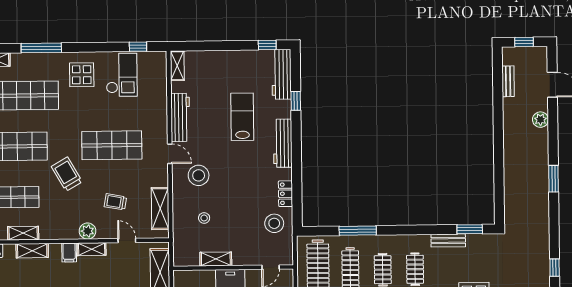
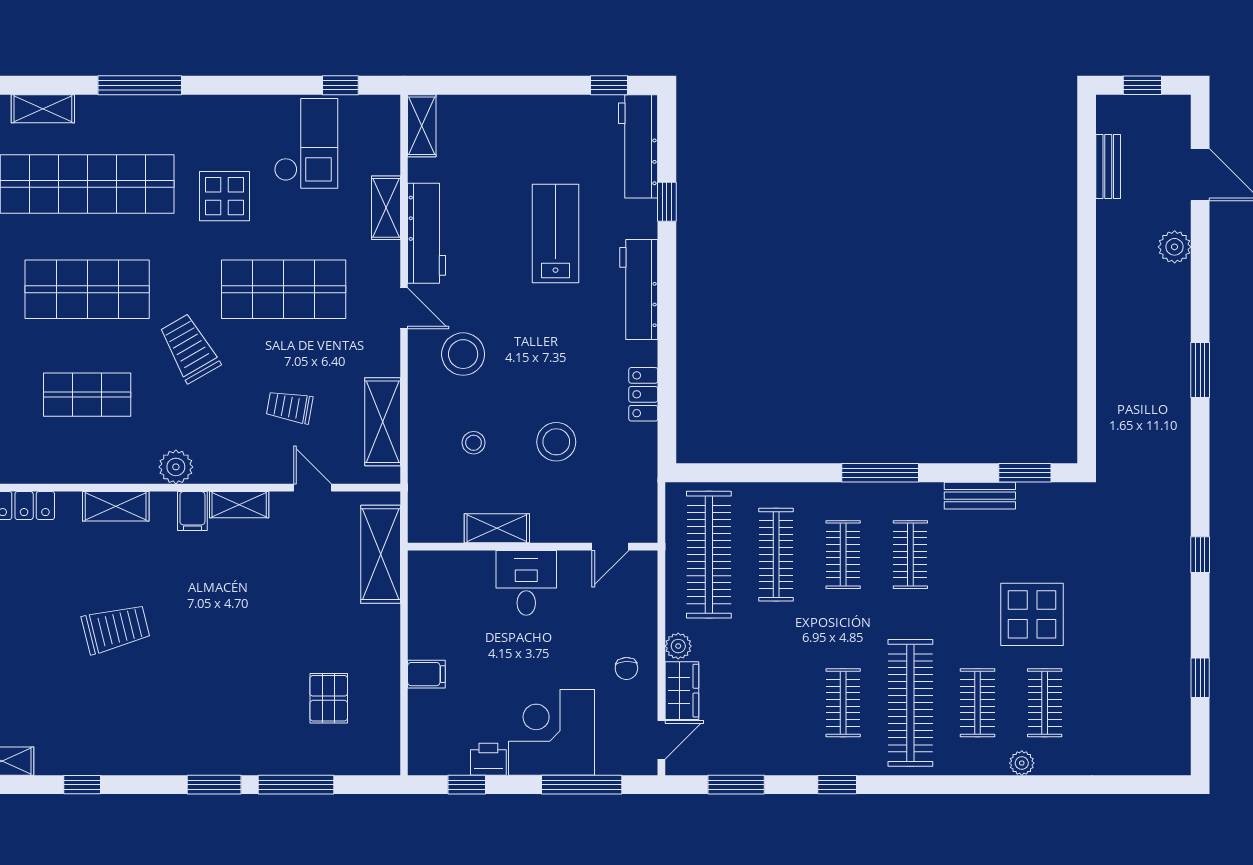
display table: (82, 75) -> (224, 196), moved
stool: (274, 223) -> (556, 442), moved
plant: (87, 231) -> (176, 467), moved
window: (358, 231) -> (880, 473), moved
shelving: (23, 233) -> (386, 208), moved, turned 90

